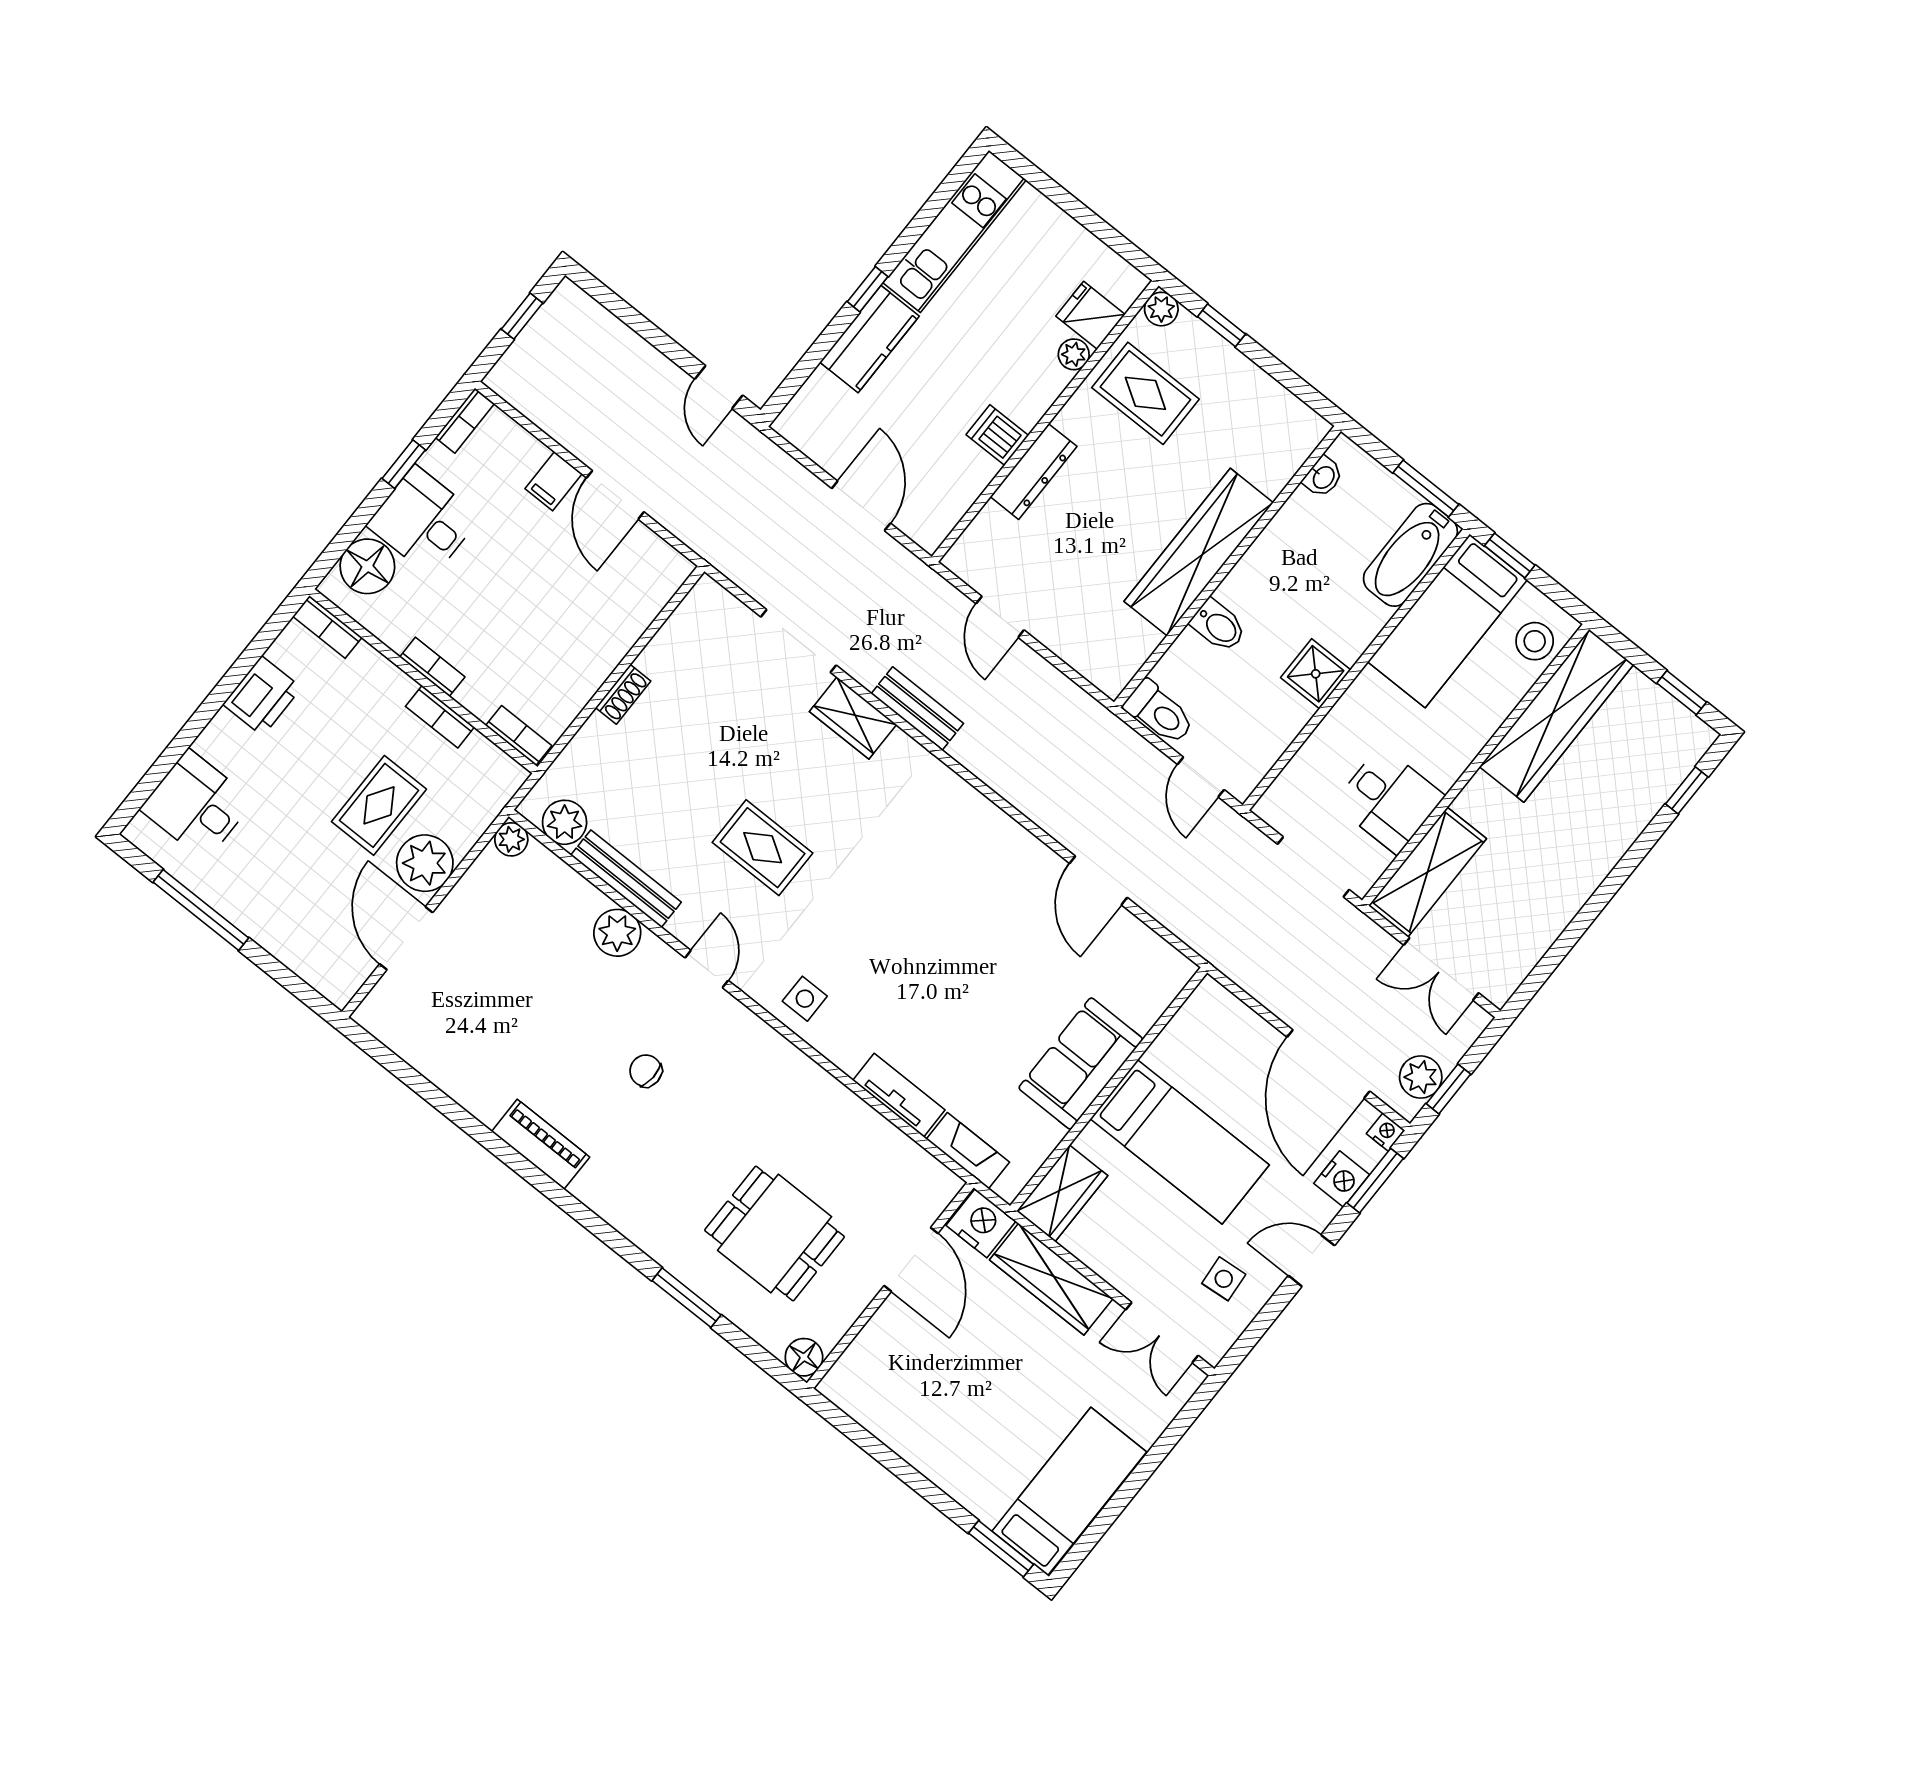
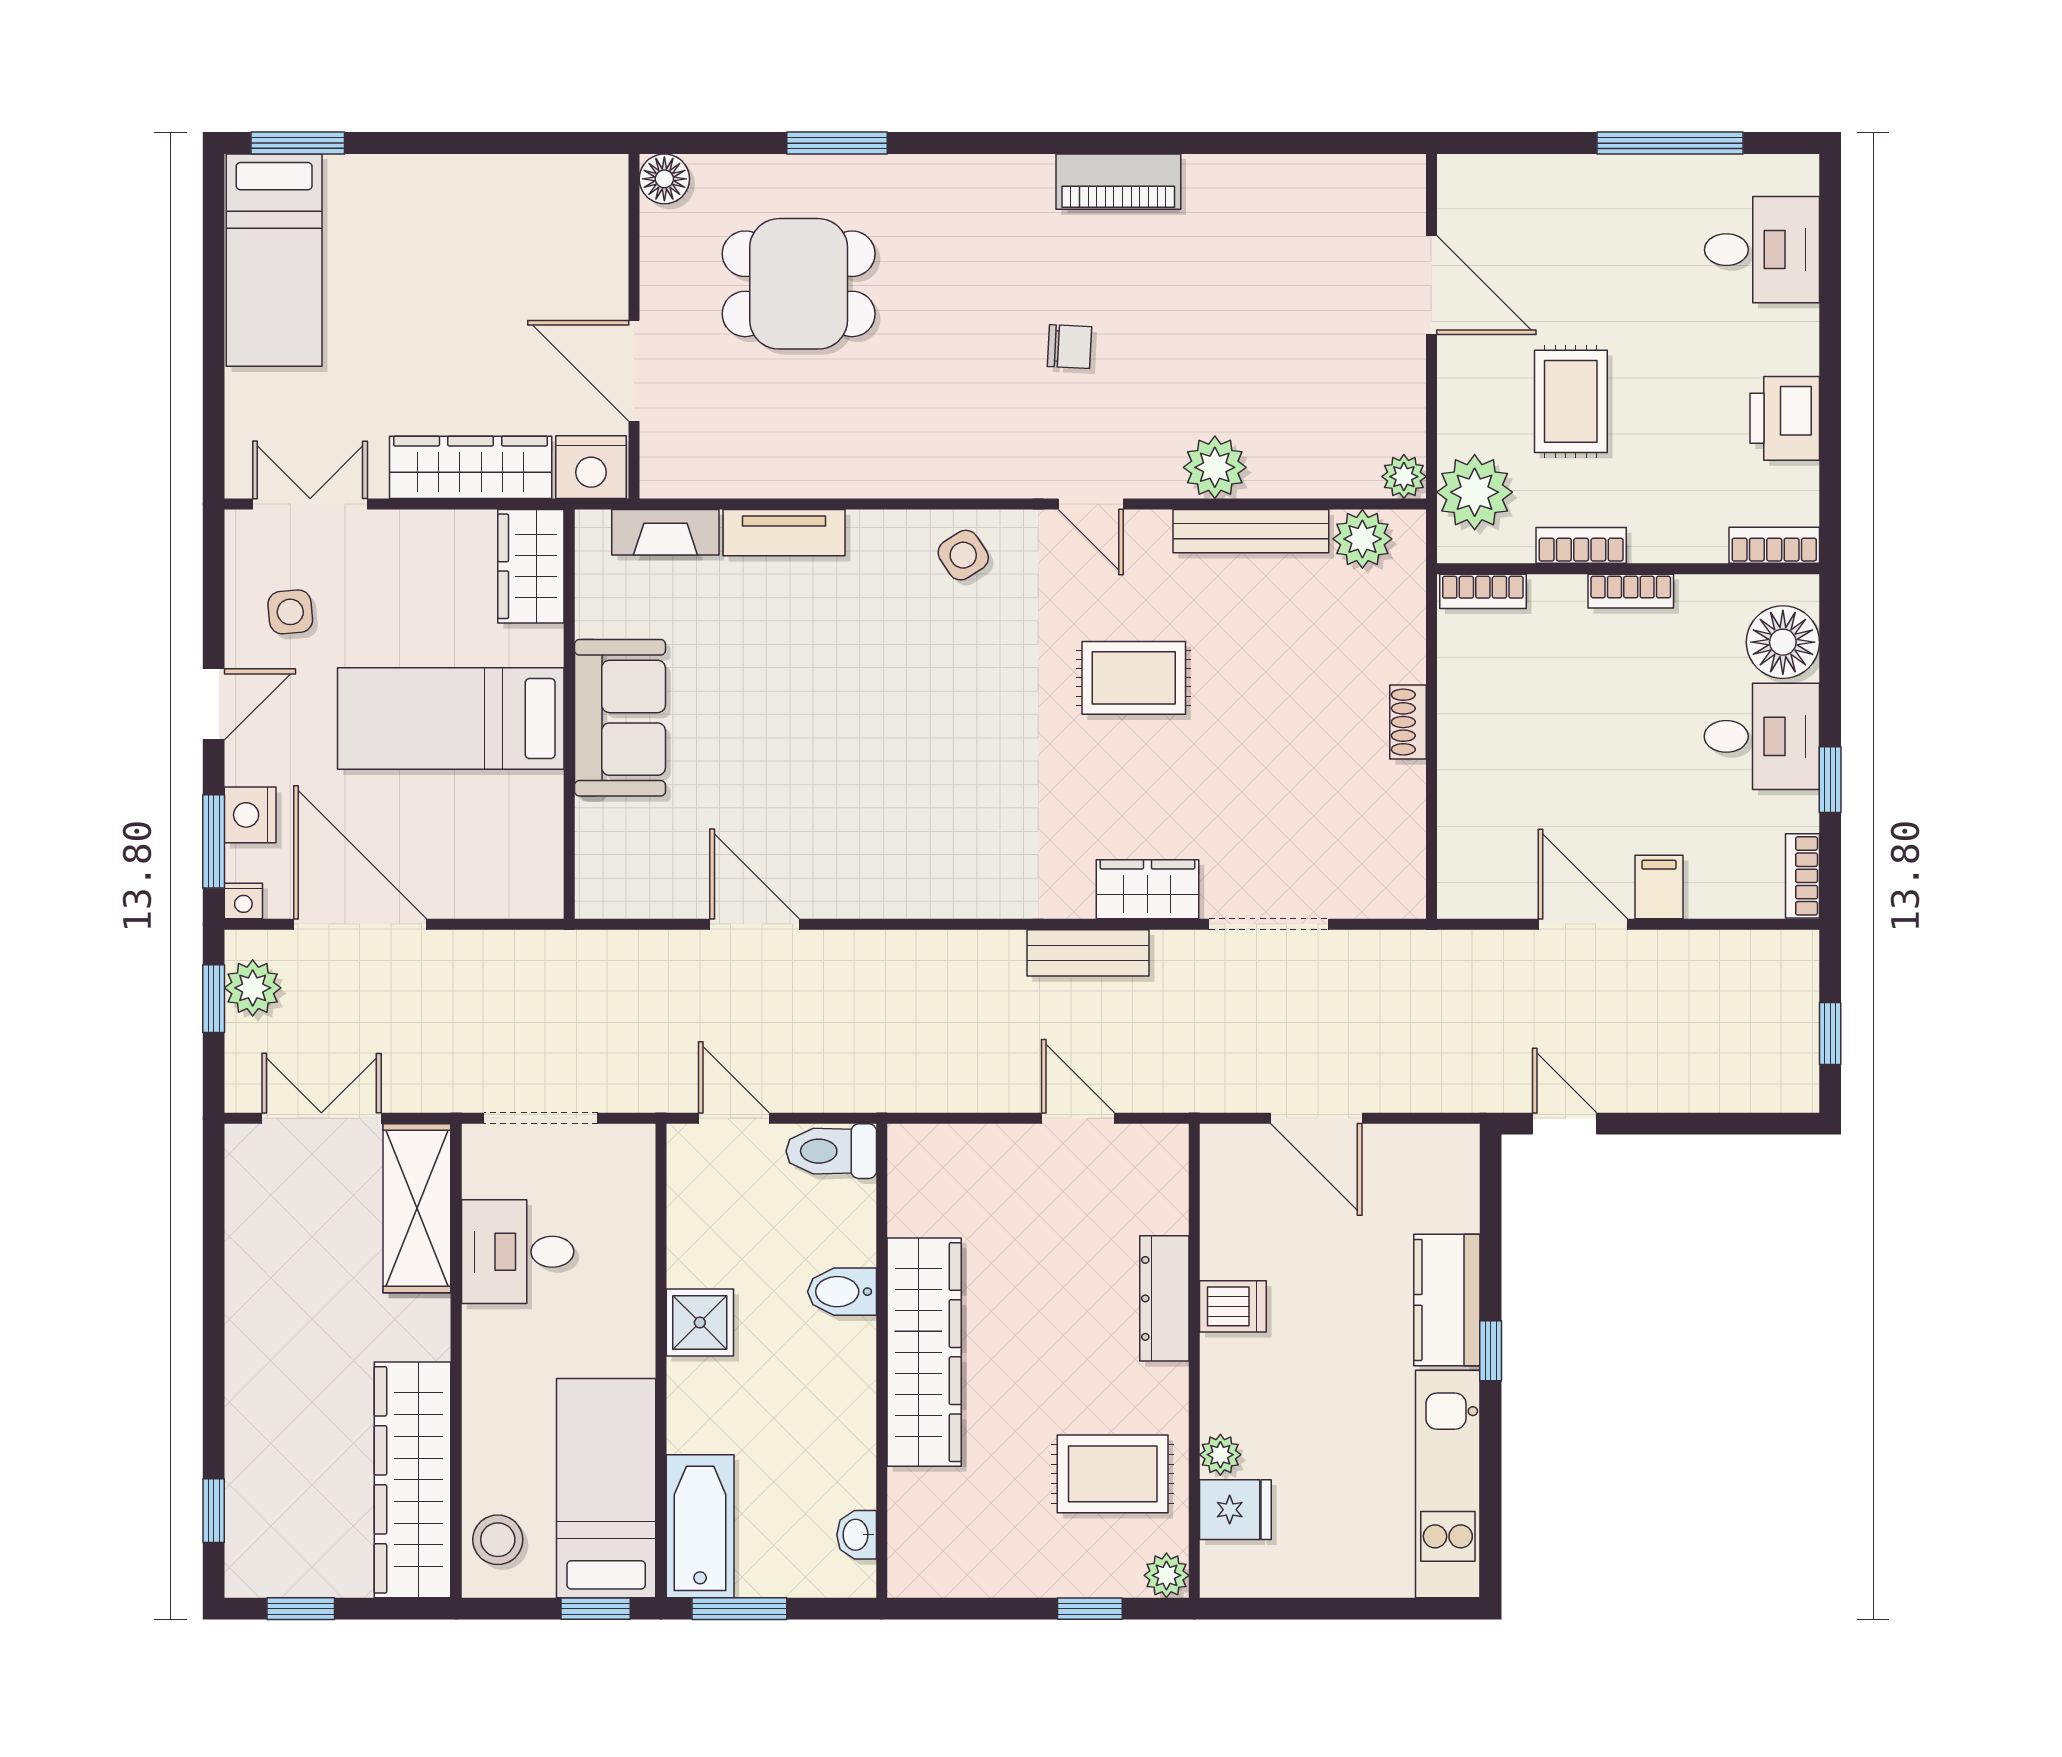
plant: (425, 863) -> (1475, 492), moved
side table: (805, 999) -> (963, 555), turned -33

